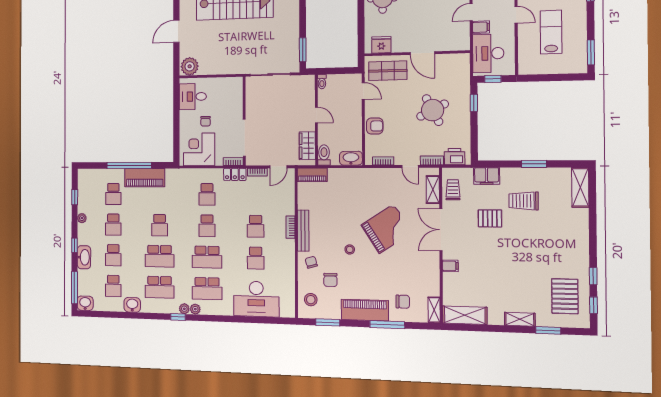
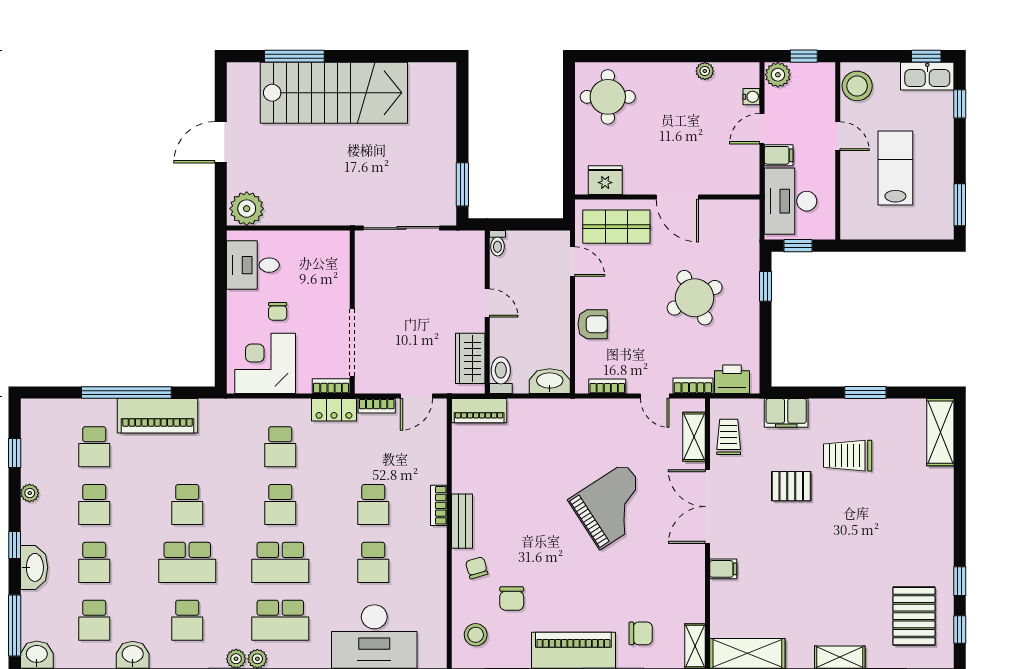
bench: (303, 231) -> (462, 521), width x0.73
stool: (350, 249) -> (547, 544), removed
school desk: (160, 287) -> (187, 620), width x0.54

